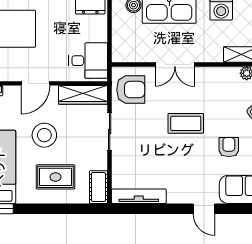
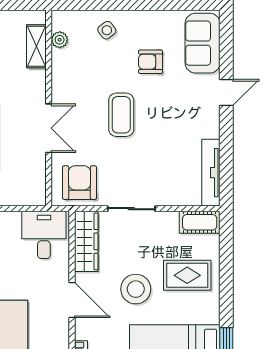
rug: (56, 177) -> (187, 275), turned 90

